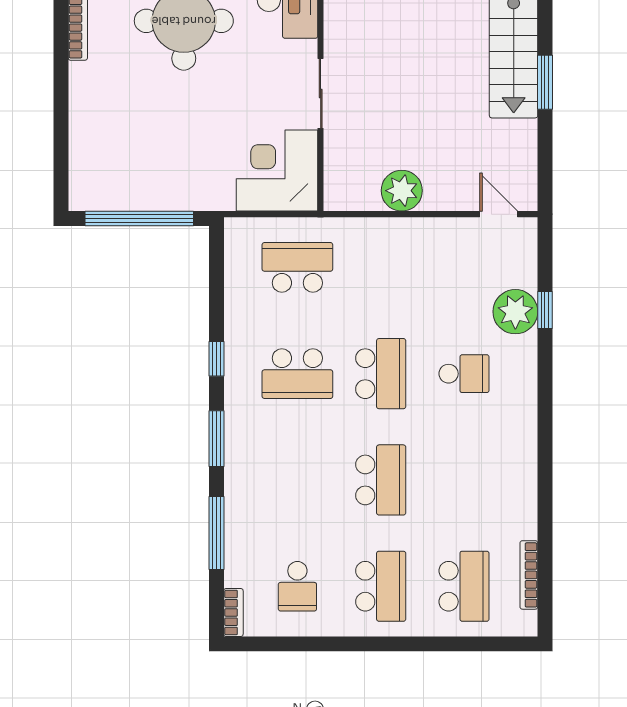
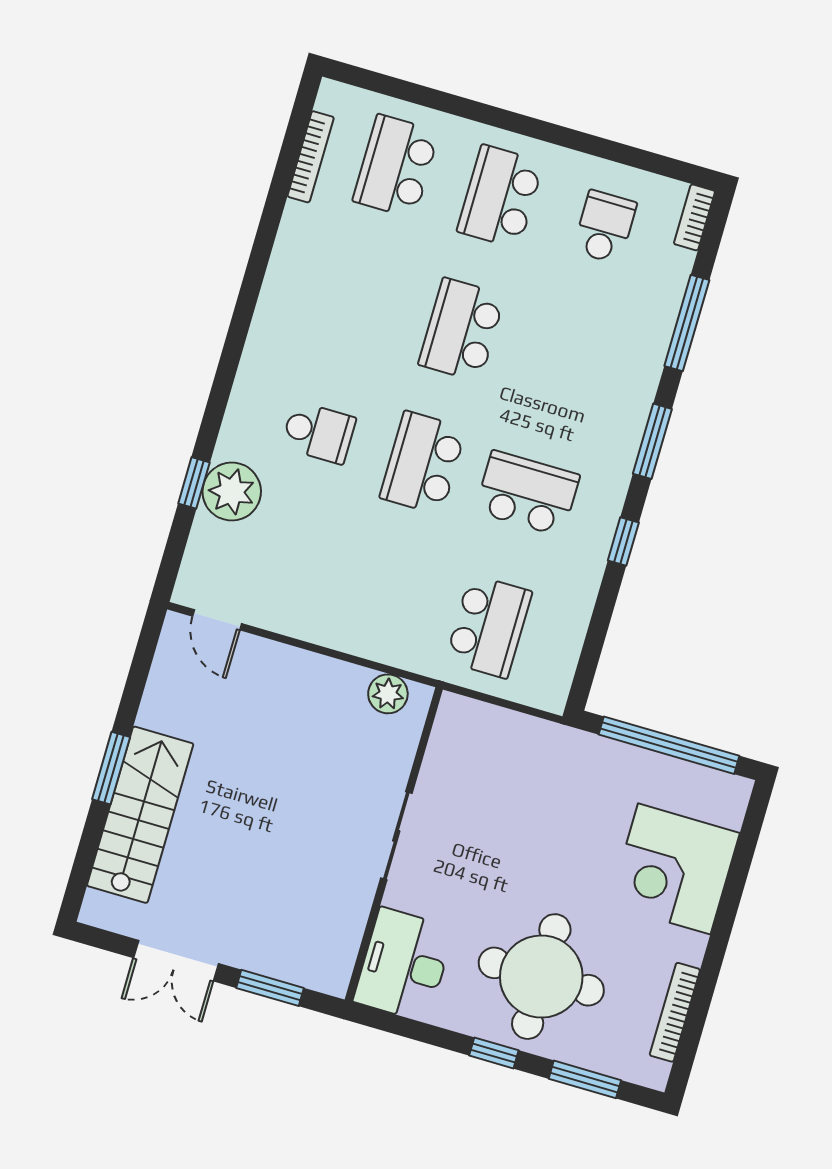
corner desk: (277, 171) -> (674, 869), moved, turned 90
plant: (402, 191) -> (388, 694), moved, width x0.73, depth x0.73
school desk: (297, 267) -> (489, 626), turned -90
school desk: (464, 374) -> (319, 433), turned 180

